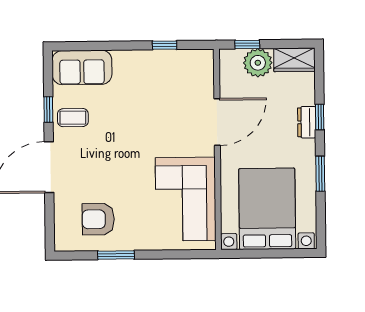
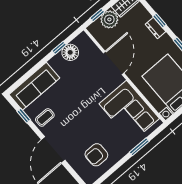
floor lamp: (174, 63) -> (70, 52), added
sofa: (82, 67) -> (34, 86), width x1.36
window: (48, 110) -> (24, 116), moved
window: (116, 255) -> (139, 147), moved

